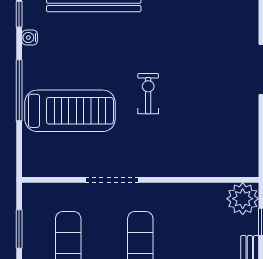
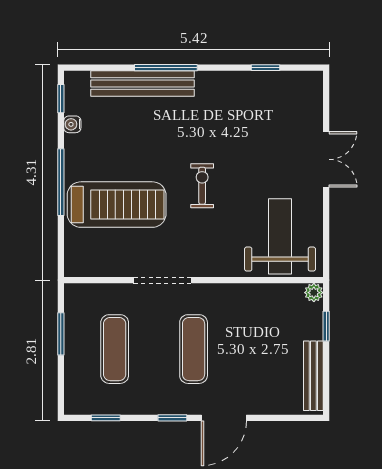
weight bench: (219, 140) -> (280, 236), added
plant: (243, 199) -> (314, 293), width x0.53, depth x0.53

